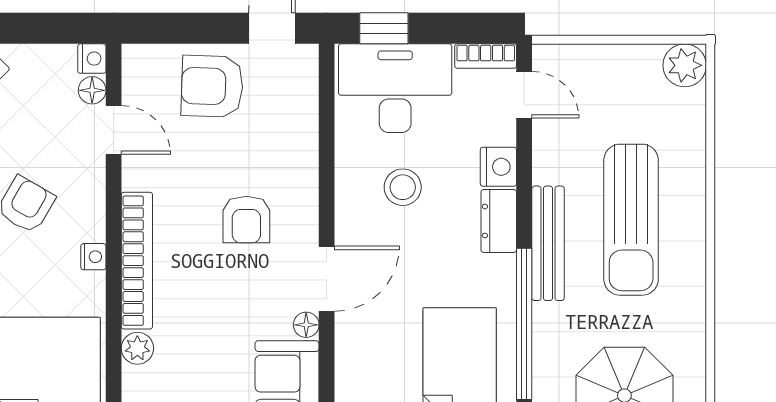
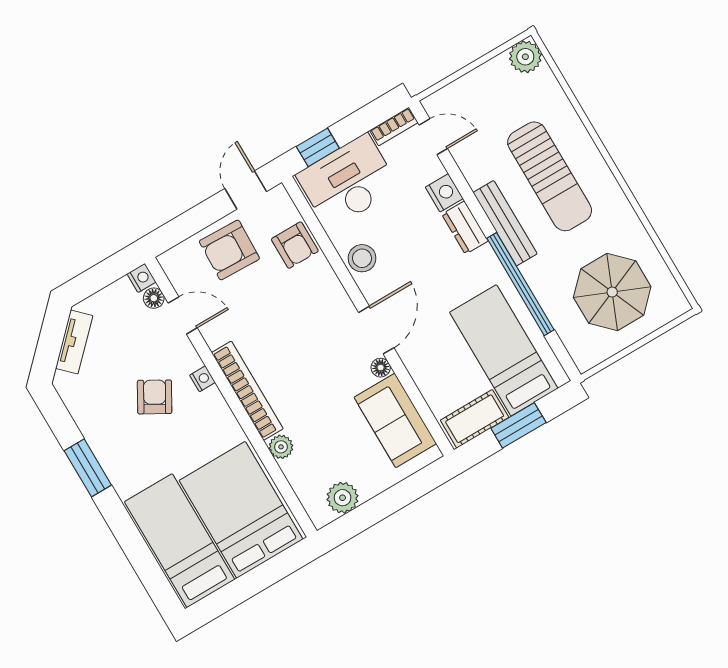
stool: (403, 187) -> (362, 258), moved
armchair: (246, 220) -> (295, 245), moved
nightstand: (93, 257) -> (203, 379), moved

